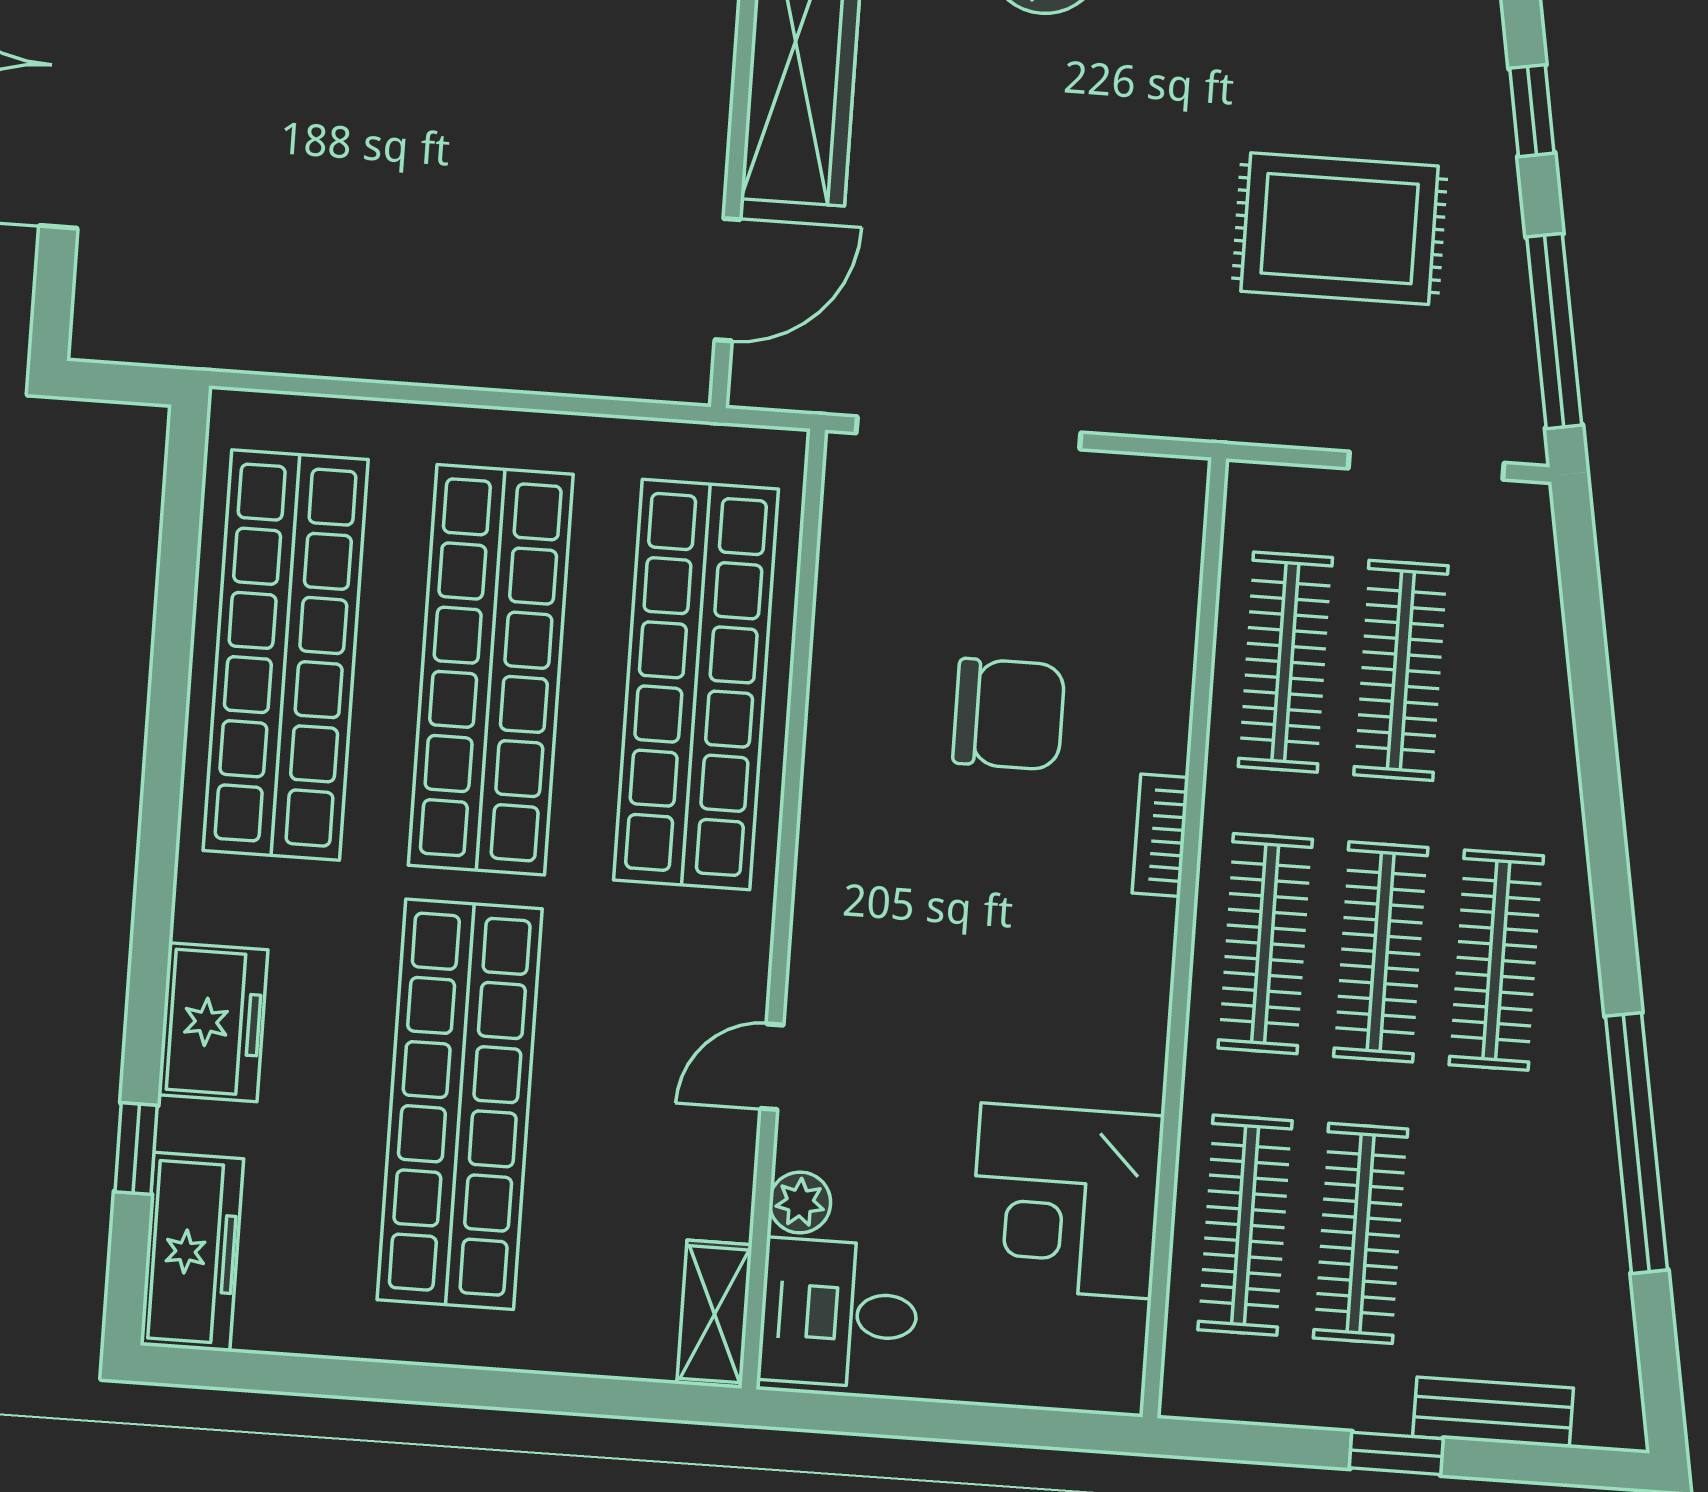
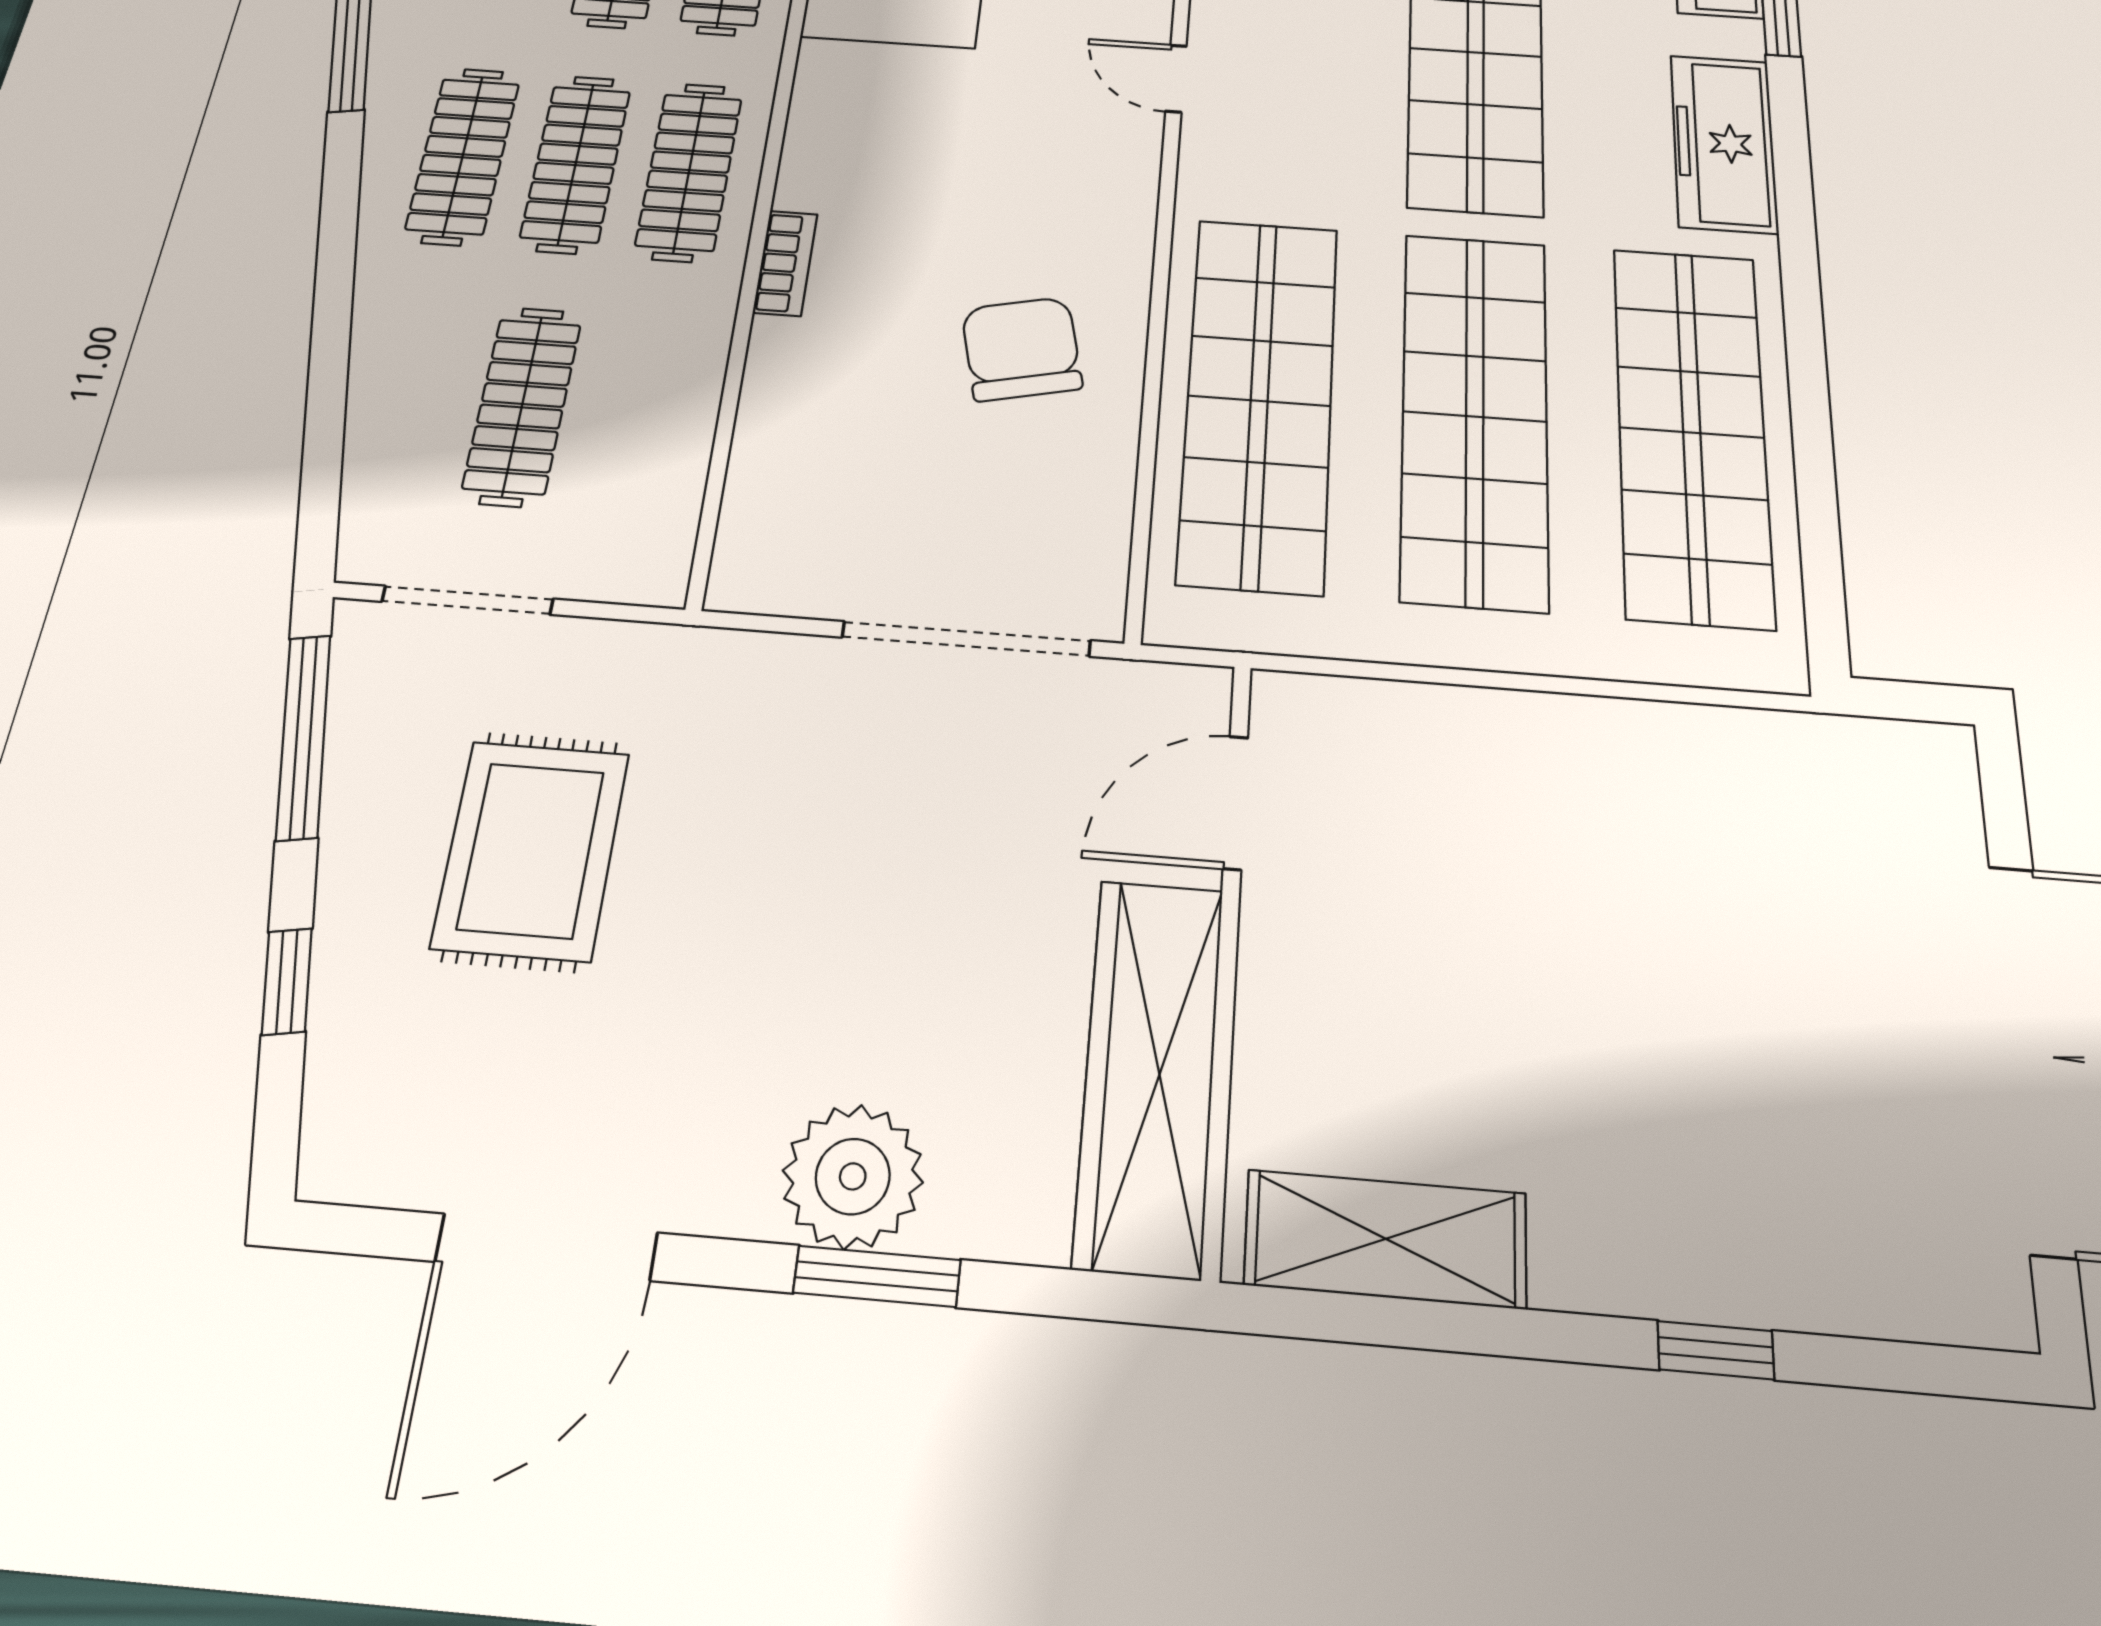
rug: (1340, 229) -> (531, 850), turned 90
clothes rail: (1285, 662) -> (642, 415), removed
chair: (1009, 714) -> (1022, 349), moved, turned 77
freezer: (213, 1022) -> (1724, 143), width x1.40
door: (772, 1067) -> (1176, 79), swing flipped

